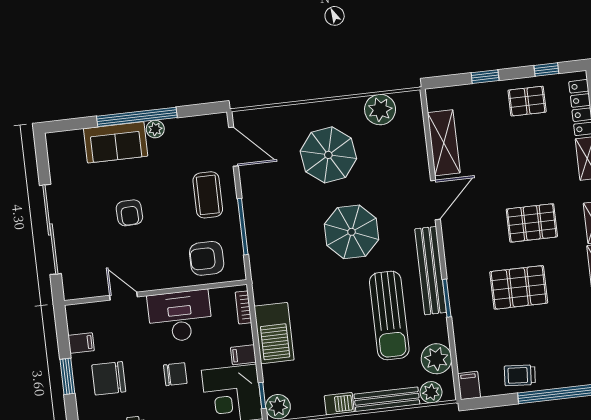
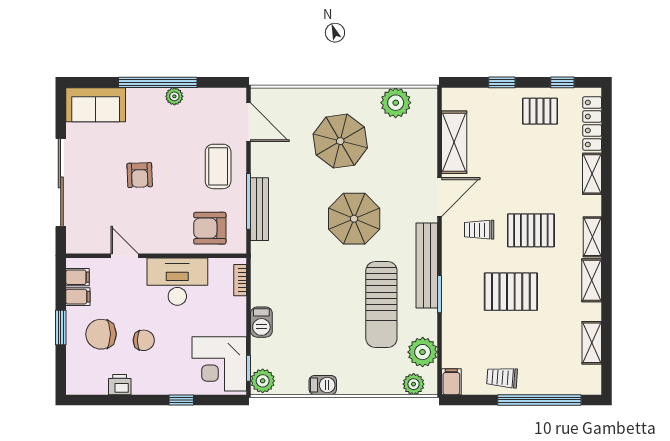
sofa: (116, 142) -> (96, 105), moved
trolley: (479, 228) -> (479, 230), added
barbecue: (274, 333) -> (261, 322), width x0.53, depth x0.65
filing cabinet: (243, 355) -> (78, 277), moved, turned 180
chair: (175, 374) -> (144, 340), moved
bench: (387, 399) -> (259, 209), moved, turned 90

